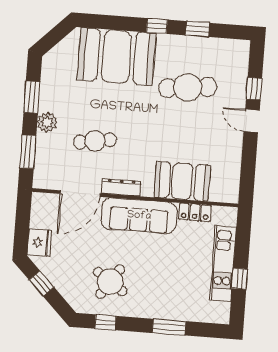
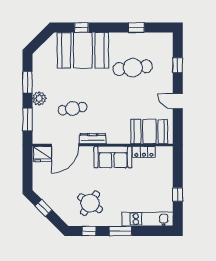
window: (157, 26) -> (81, 28), moved
door: (252, 121) -> (178, 101), moved
booth: (182, 181) -> (149, 132), moved
sofa: (139, 216) -> (113, 157), width x0.73
fridge: (39, 243) -> (42, 154), moved, turned 90
kitchen unit: (223, 264) -> (147, 219), moved, turned 90
window: (169, 327) -> (120, 231), moved

